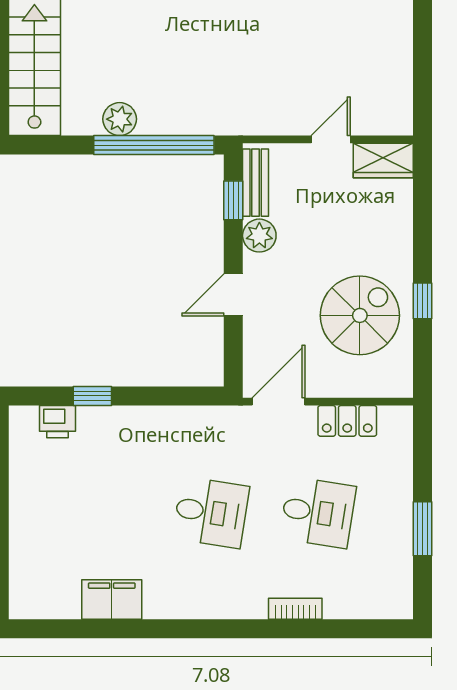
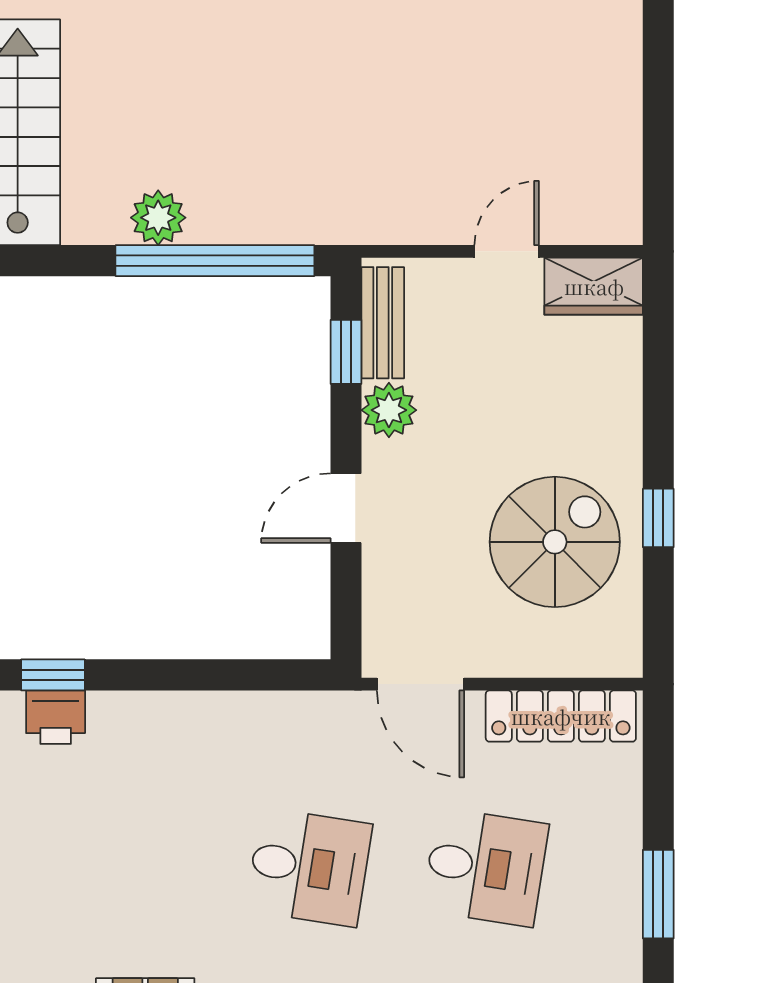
window: (92, 396) -> (53, 675), moved
door: (278, 402) -> (420, 684), swing flipped
locker: (347, 421) -> (561, 716), width x1.53

